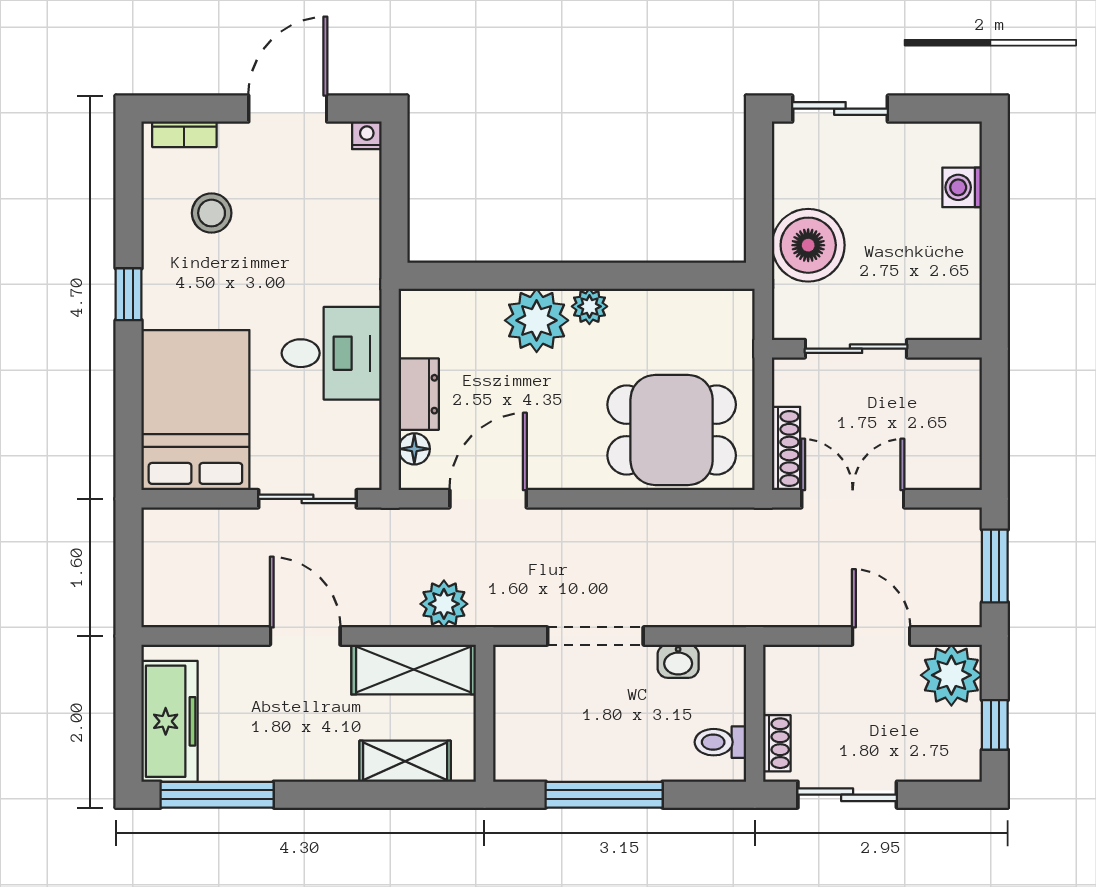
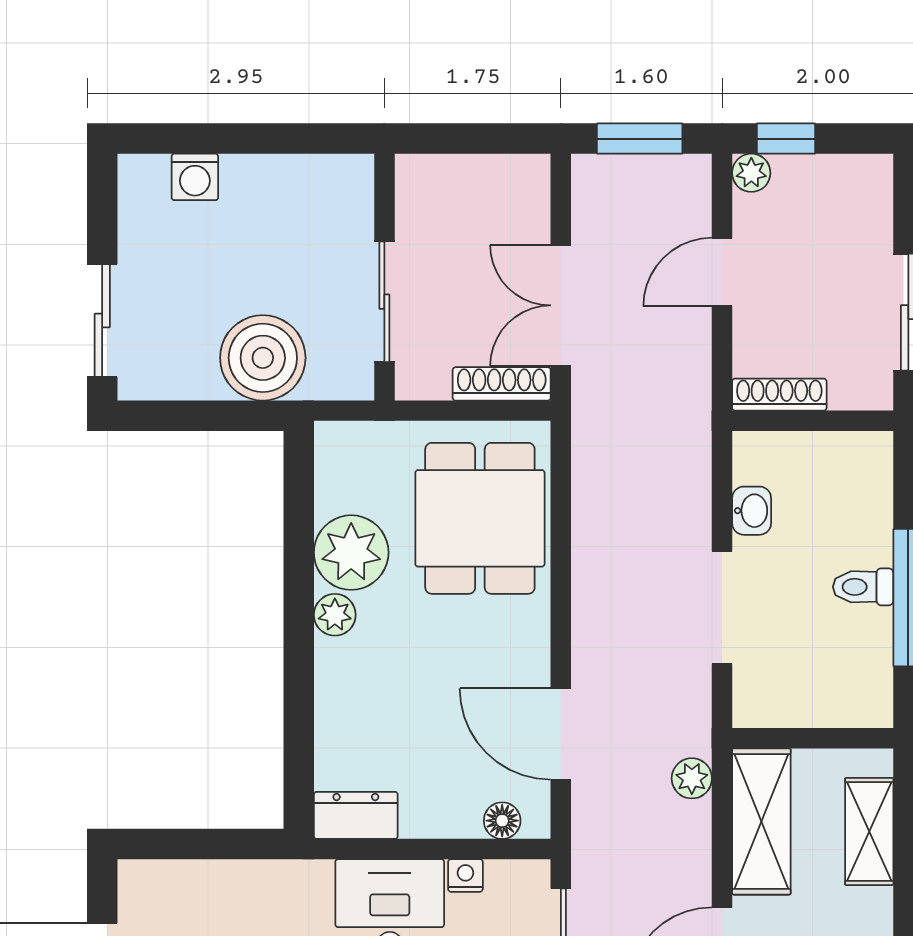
nightstand: (367, 135) -> (465, 875), moved, turned 90
plant: (537, 320) -> (351, 553), moved
dresser: (419, 394) -> (356, 815), moved
plant: (444, 604) -> (692, 778), width x0.73, depth x0.73
plant: (951, 675) -> (751, 173), width x0.53, depth x0.53
window: (995, 725) -> (786, 139), moved
toilet: (720, 742) -> (863, 587), moved, turned 90
shoe rack: (777, 743) -> (779, 395), moved, width x1.43

